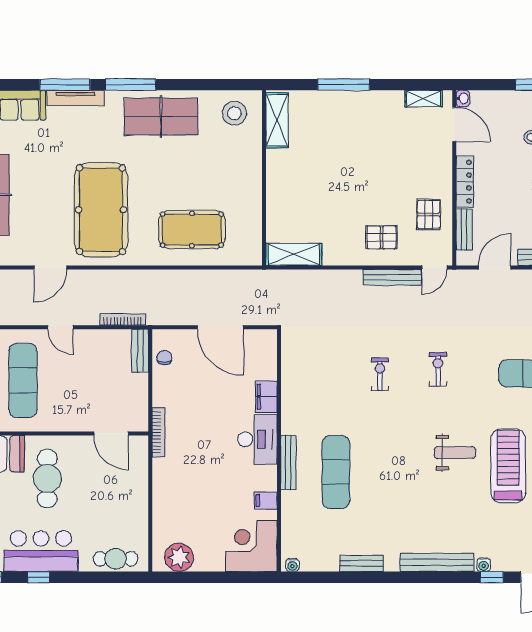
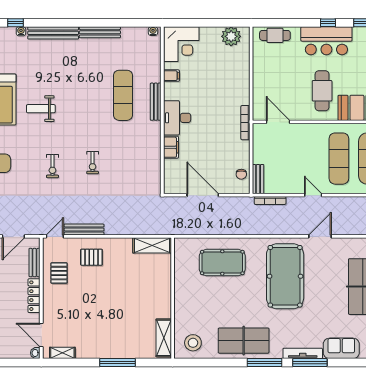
bench: (361, 563) -> (100, 32), width x1.36

